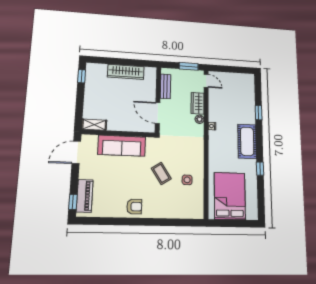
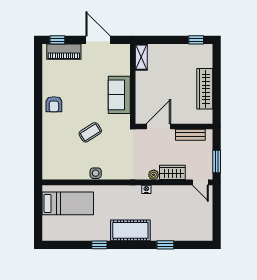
door: (206, 81) -> (200, 182), hinge flipped
sofa: (122, 146) -> (119, 95), width x0.73
door: (76, 152) -> (98, 40), moved
side table: (187, 180) -> (96, 173), moved
bed: (230, 196) -> (68, 203), width x0.67

